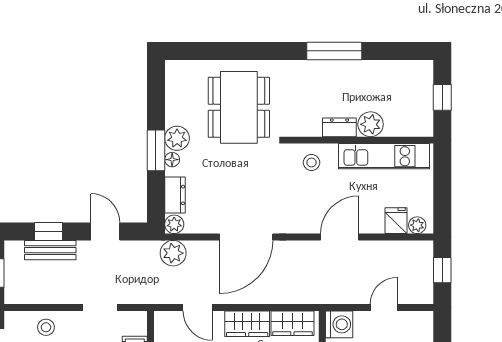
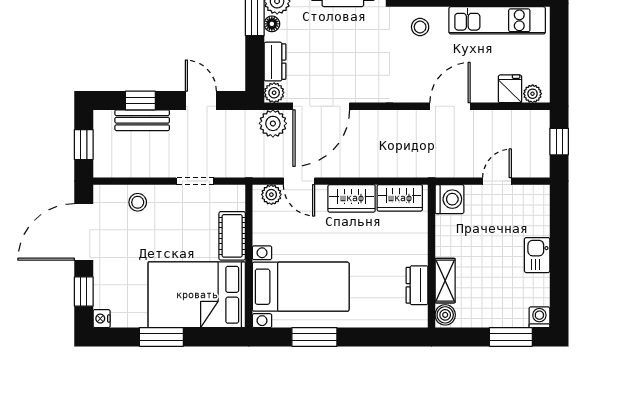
door: (246, 237) -> (321, 106), moved
plant: (172, 320) -> (271, 195), added

